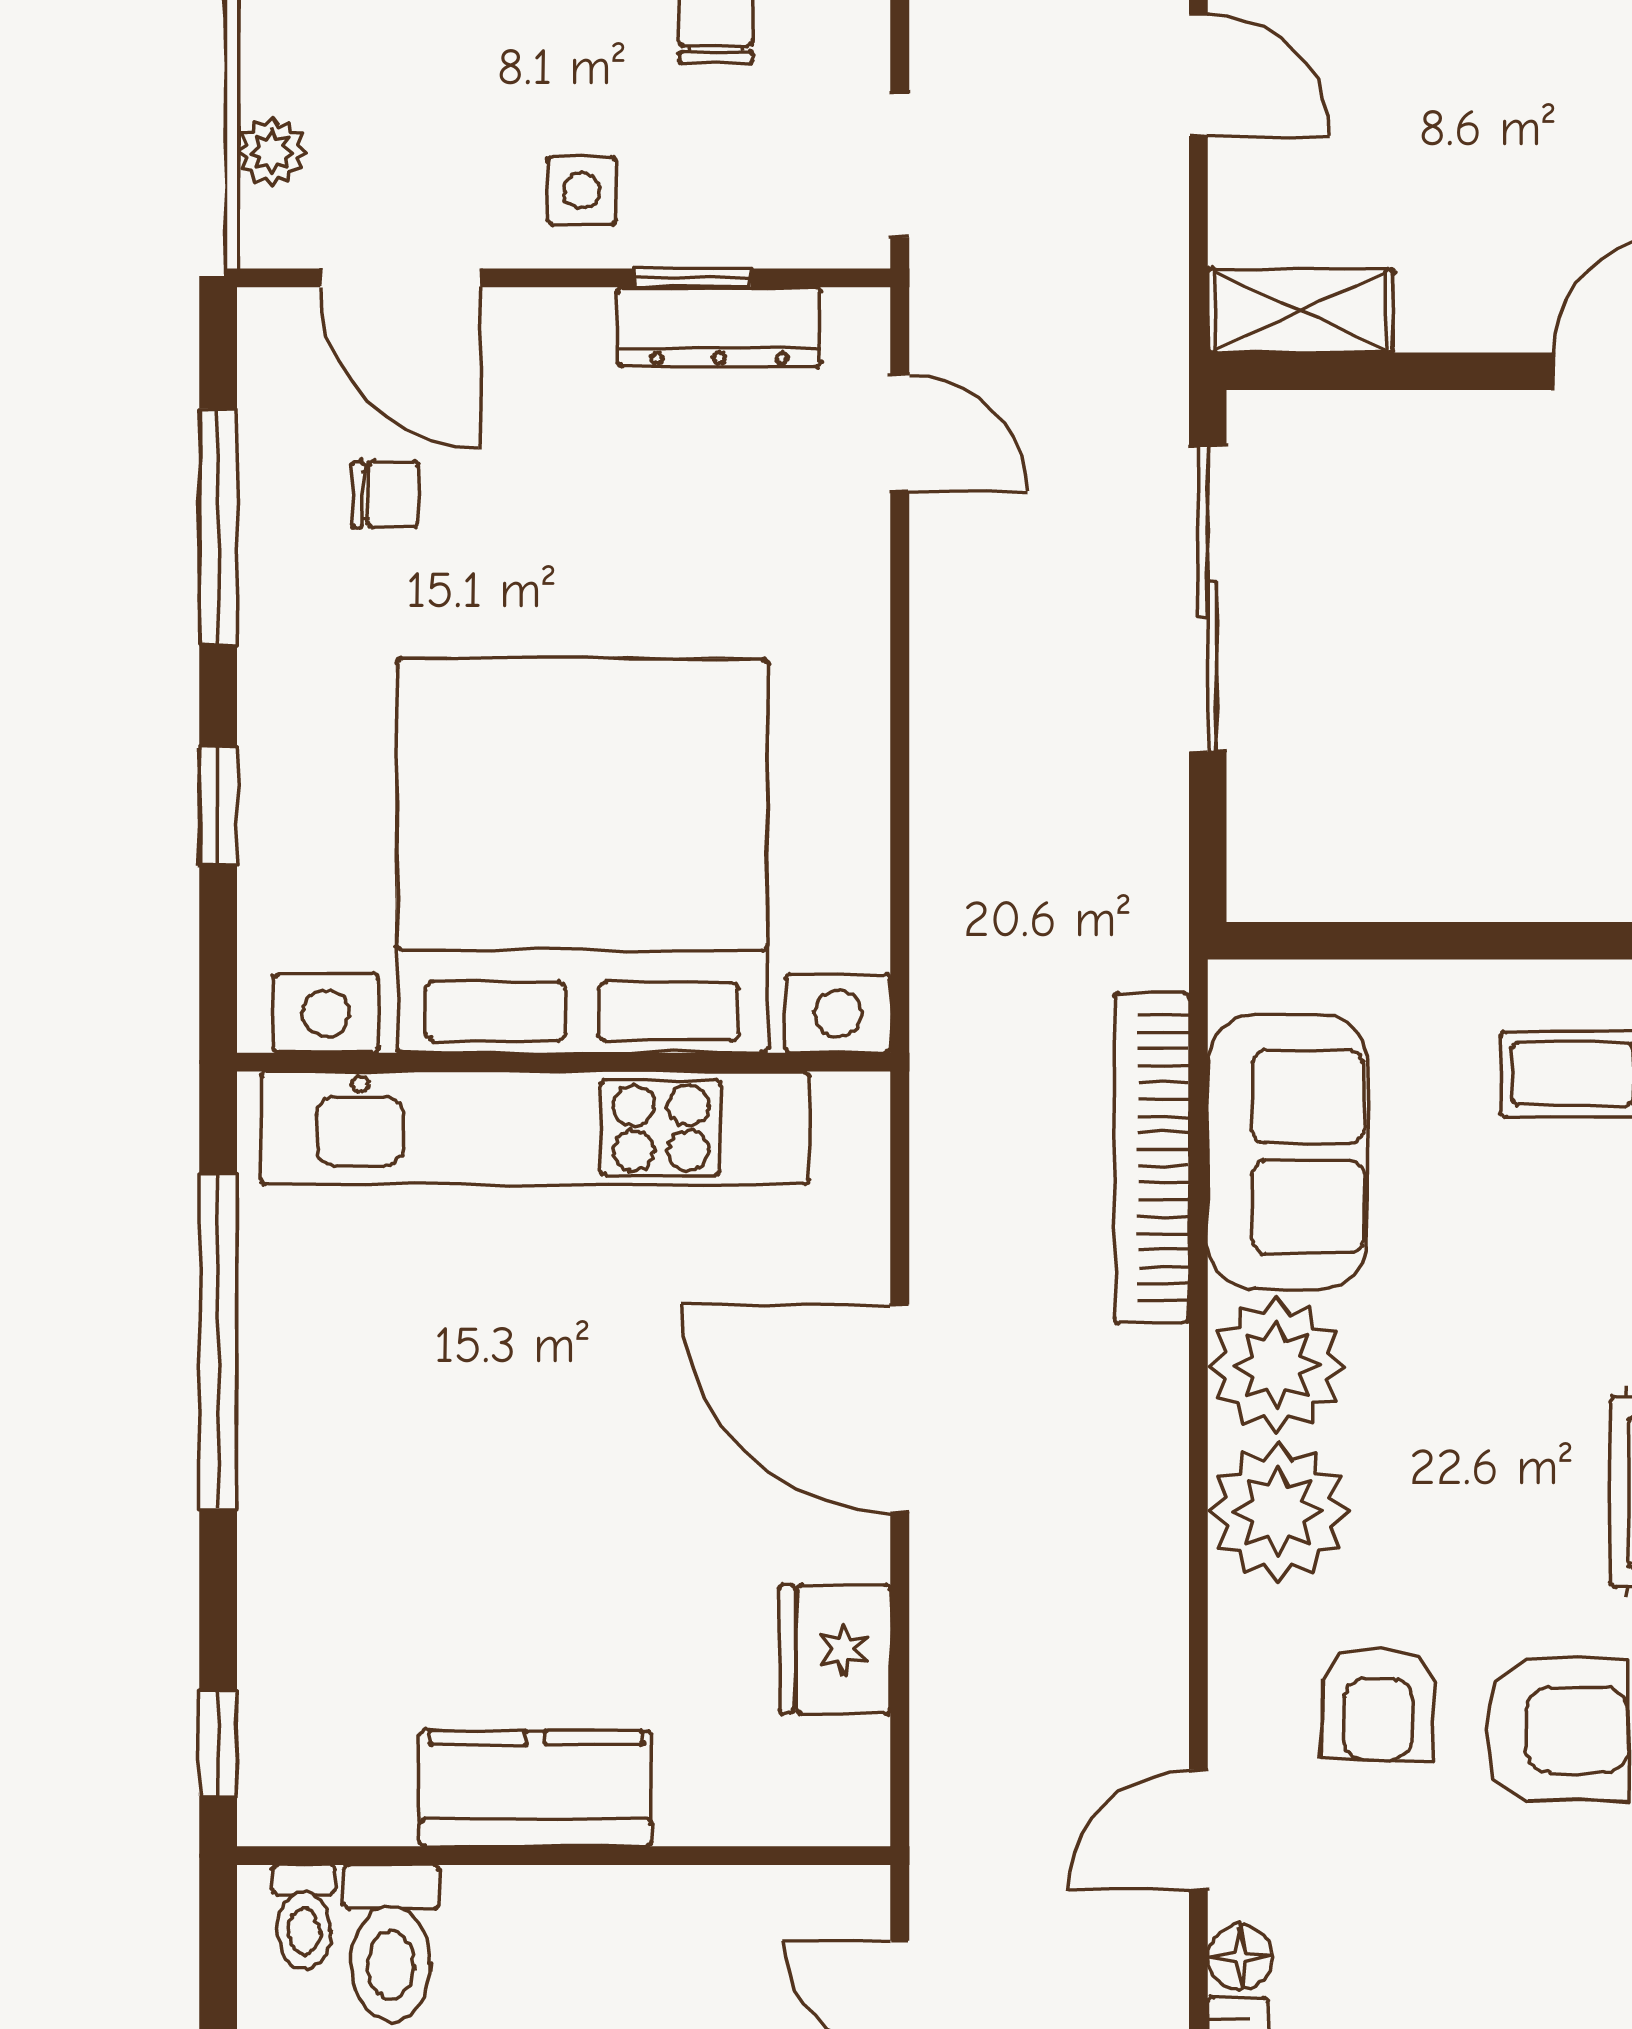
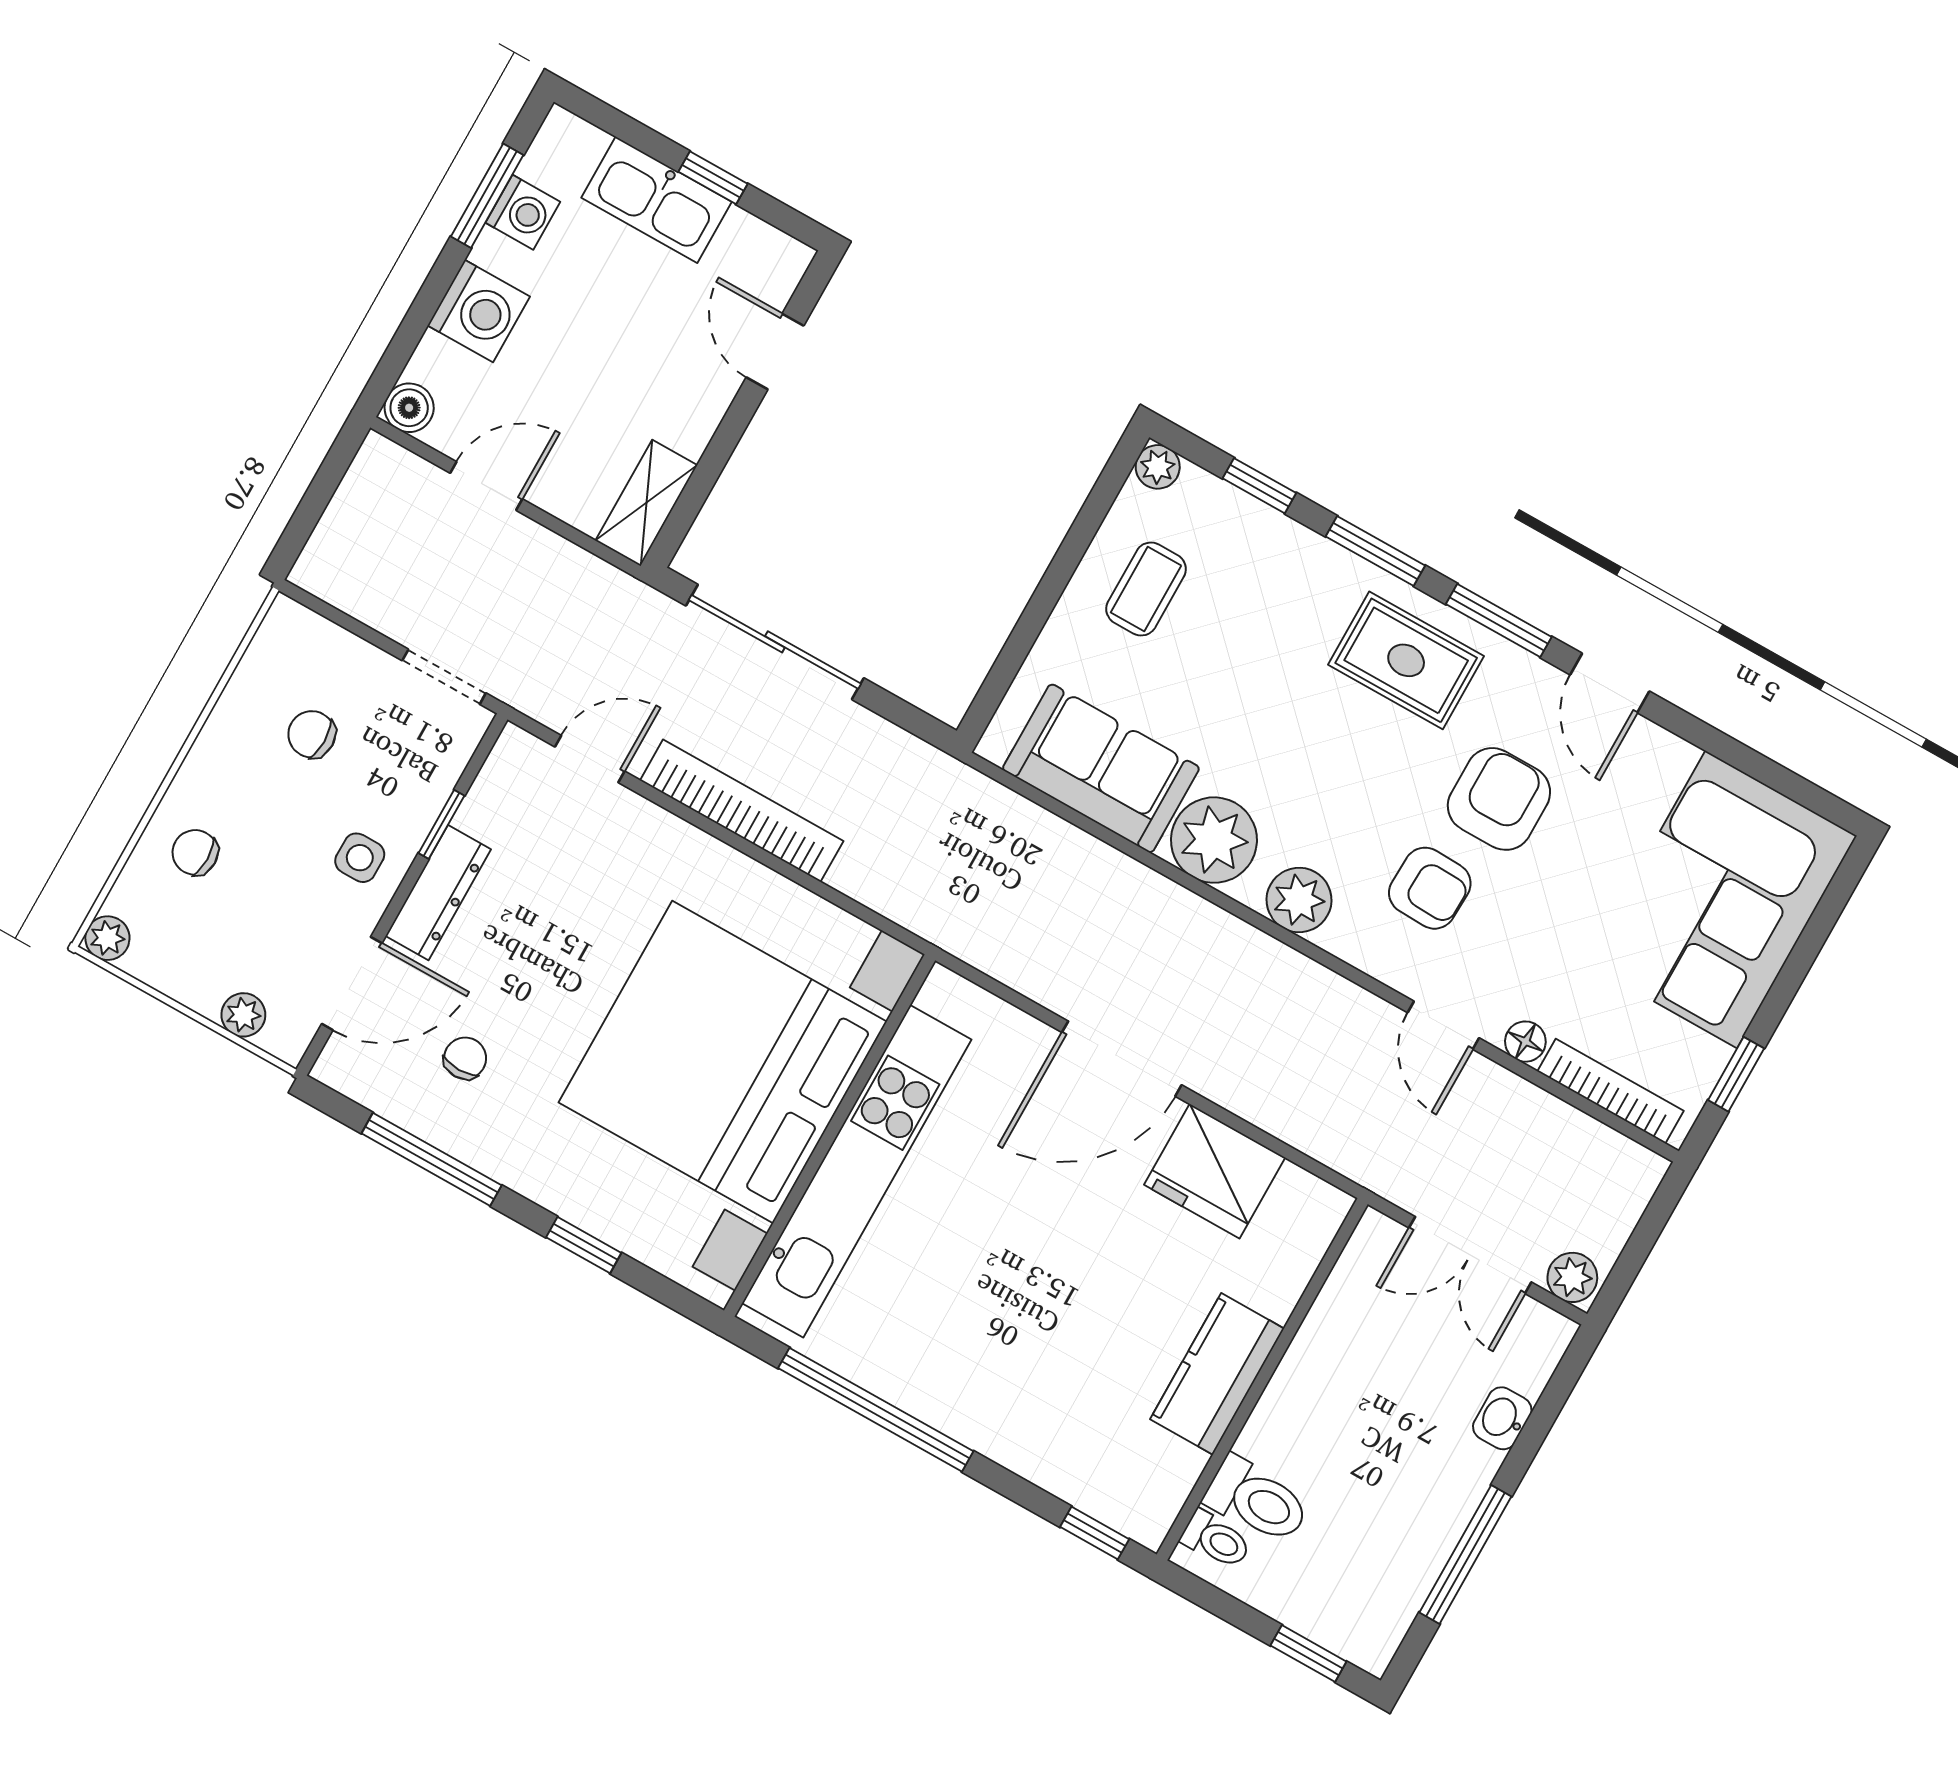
dresser: (719, 327) -> (438, 893), moved
bookcase: (1151, 1158) -> (742, 811), moved, turned 180
plant: (1278, 1512) -> (1299, 900), width x0.73, depth x0.73
fridge: (835, 1649) -> (1215, 1171), width x1.36, depth x1.34

